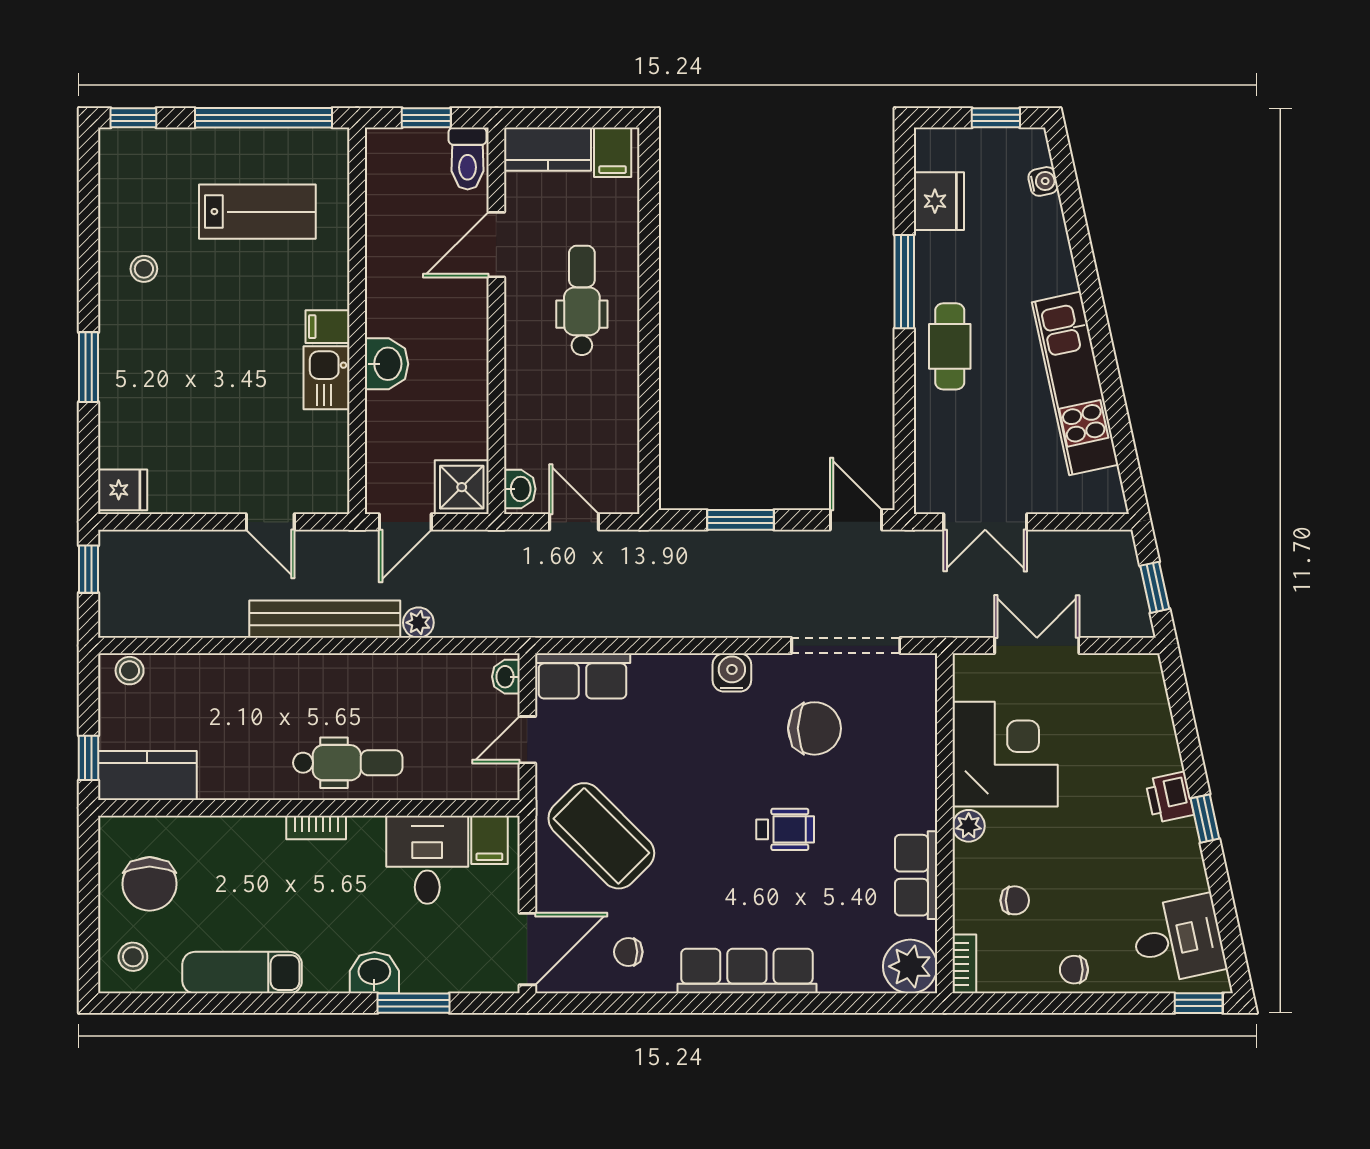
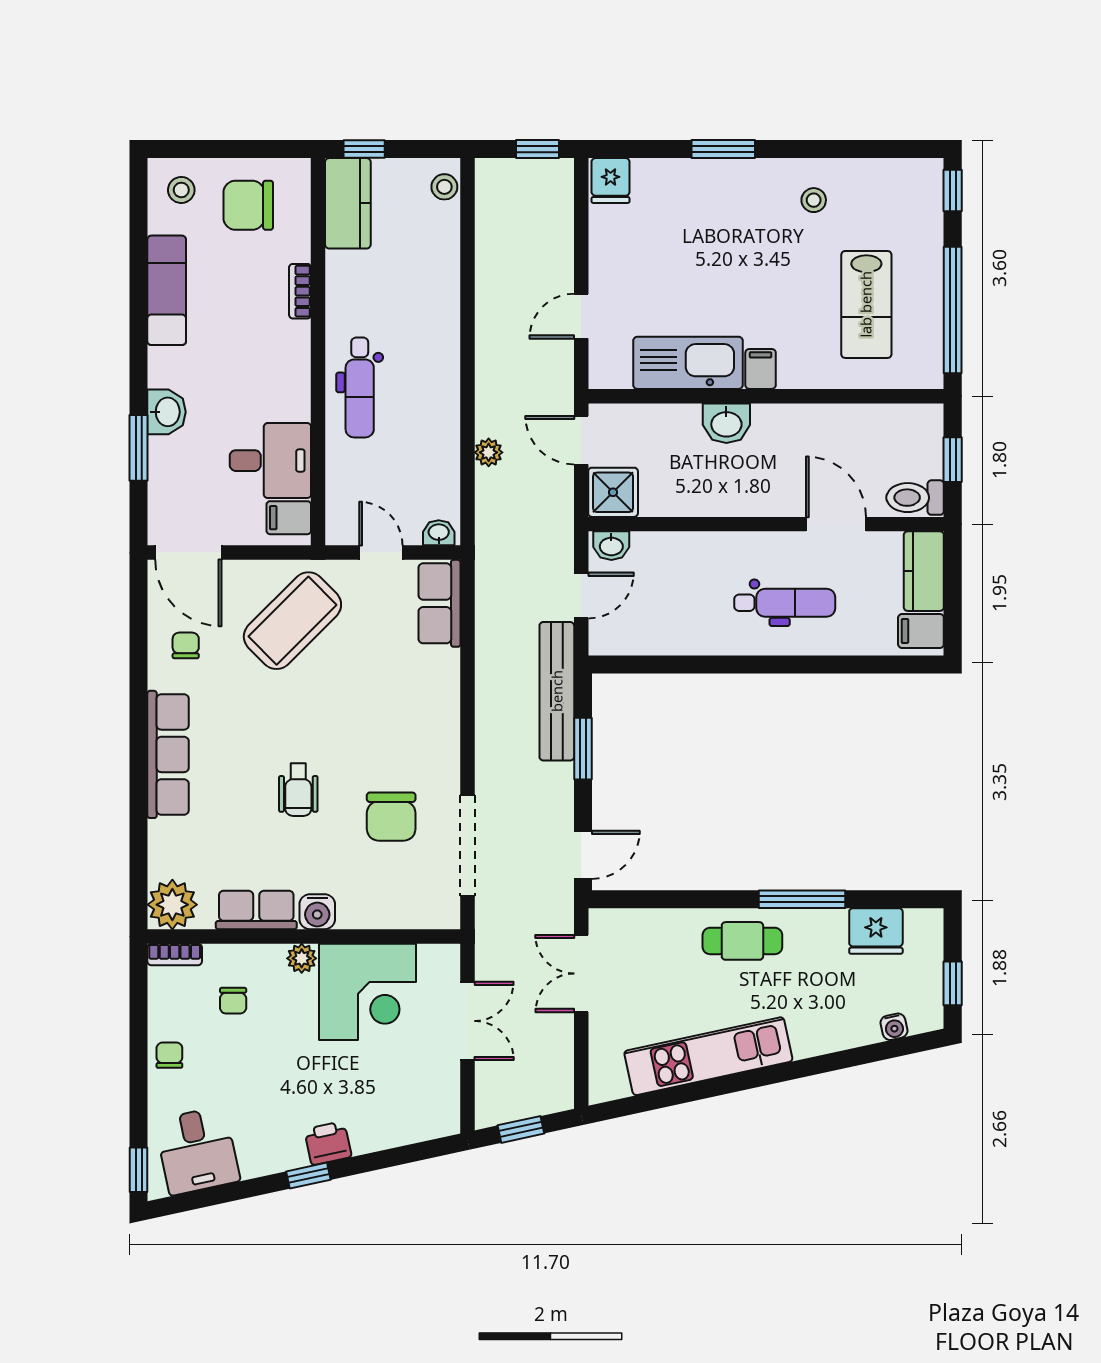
kitchen sink: (326, 378) -> (688, 363), width x1.88, depth x1.24
bench: (325, 619) -> (557, 691), moved
water cooler: (732, 672) -> (317, 912), moved, turned 90
bookcase: (316, 828) -> (300, 291), moved

